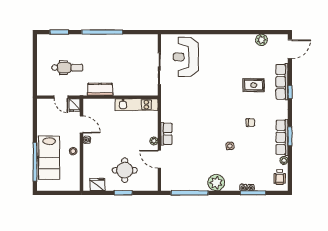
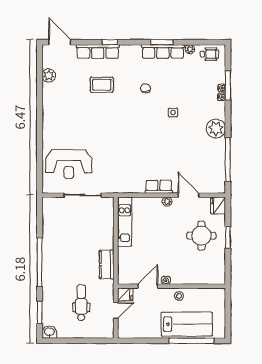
washbasin: (42, 40) -> (49, 332), added
rug: (254, 85) -> (102, 85), turned 90
door: (159, 159) -> (189, 195), swing flipped
fridge: (97, 185) -> (218, 205), moved

